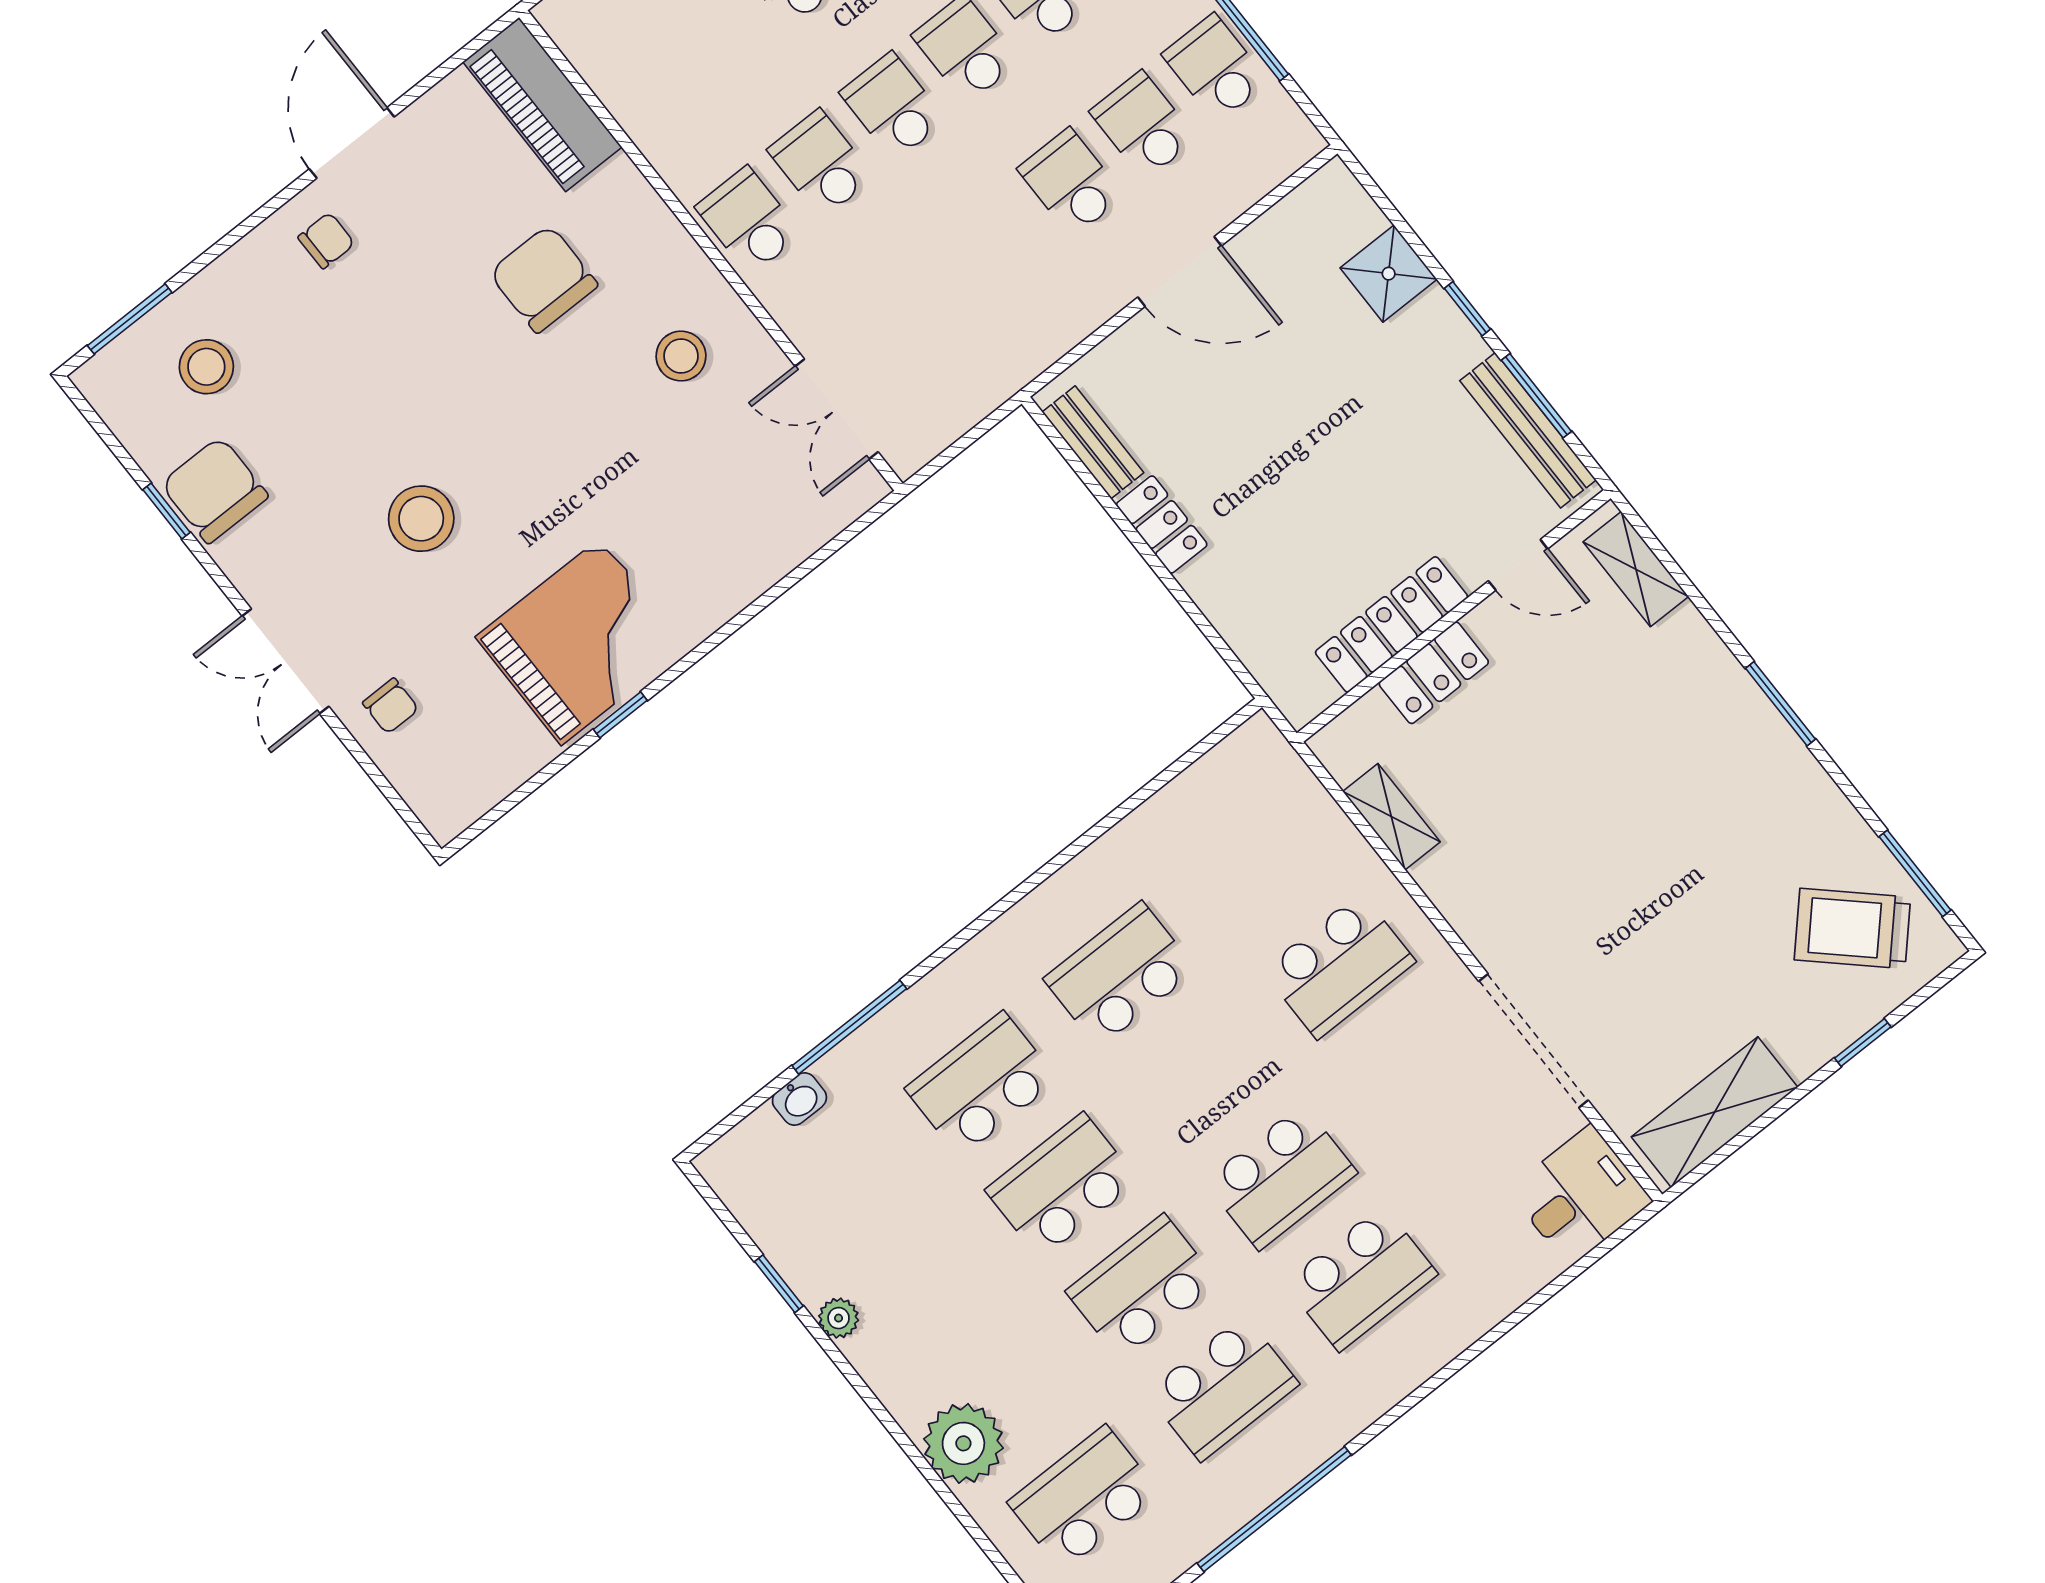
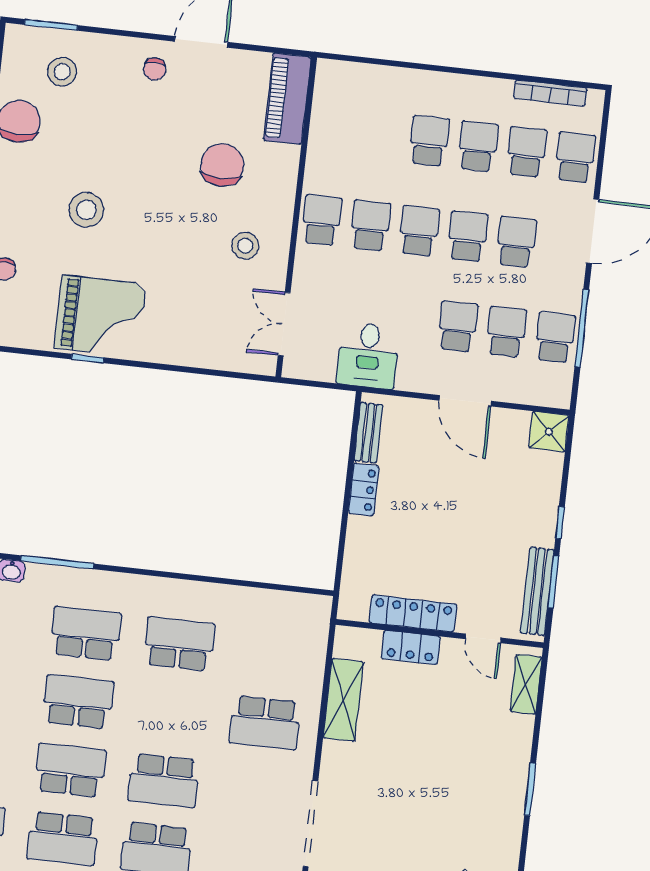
chair: (326, 241) -> (155, 69), turned 90
shower: (1389, 274) -> (549, 432), moved
desk: (990, 340) -> (368, 355), added
shelving: (1391, 817) -> (343, 700), width x1.50, depth x1.33

